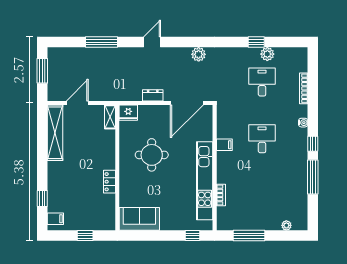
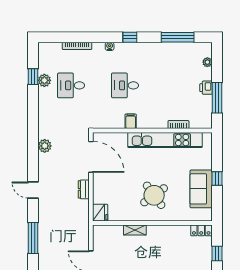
window: (256, 42) -> (33, 77), moved
shelving: (110, 117) -> (135, 230), moved
round table: (152, 155) -> (154, 195), moved, turned -36
window: (313, 177) -> (178, 37), moved
locker: (110, 182) -> (201, 230), moved
sofa: (139, 219) -> (201, 189), moved
printer: (260, 224) -> (206, 88), added
window: (193, 236) -> (217, 178), moved

